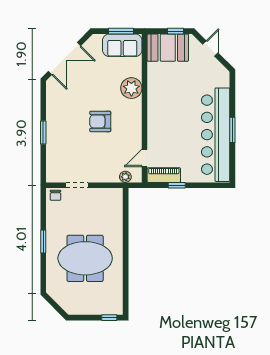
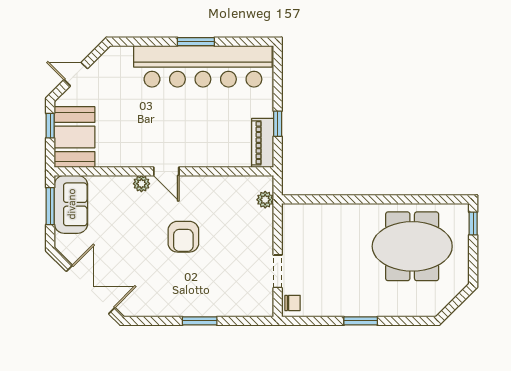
plant: (131, 88) -> (141, 184), width x0.53, depth x0.53
door: (145, 158) -> (166, 171), moved
meeting table: (85, 258) -> (412, 246), moved, turned 90

